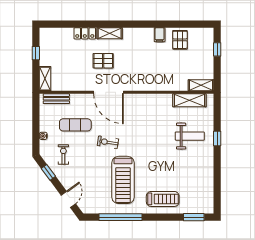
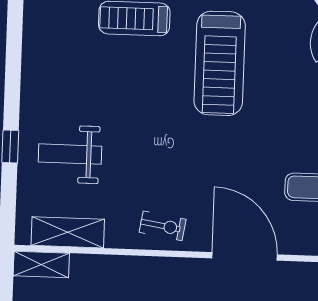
exercise bike: (108, 142) -> (163, 226), moved
treadmill: (123, 180) -> (220, 63), turned 180

